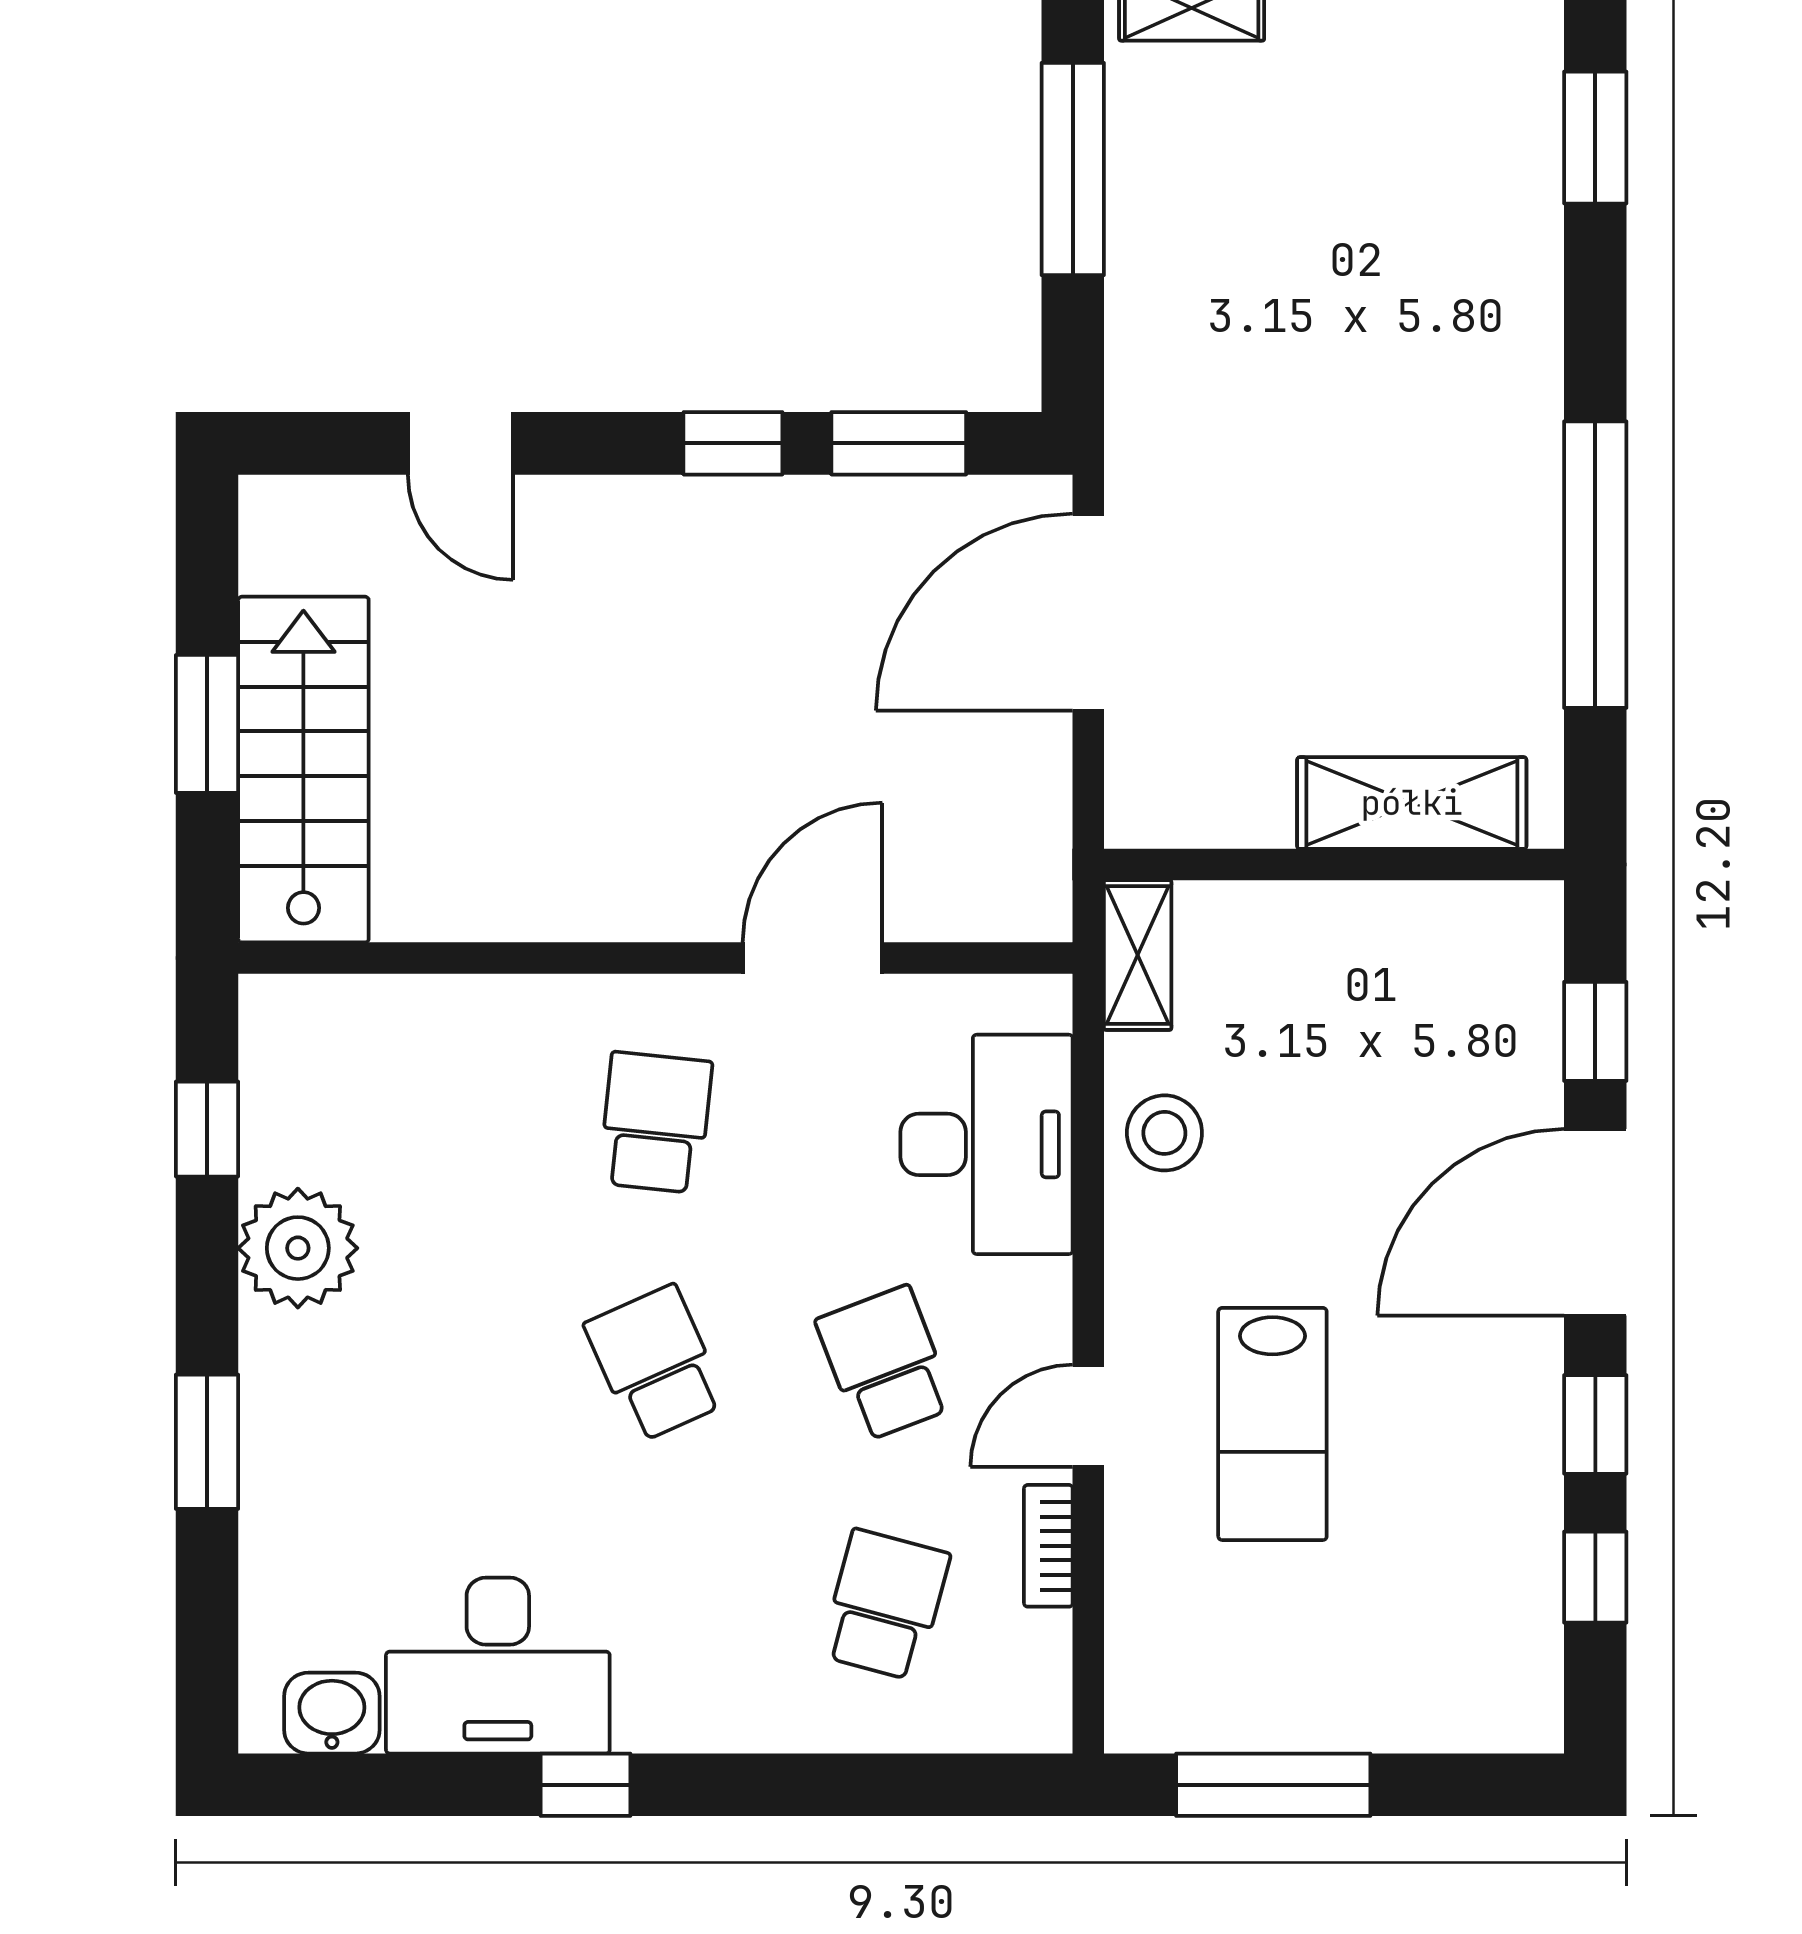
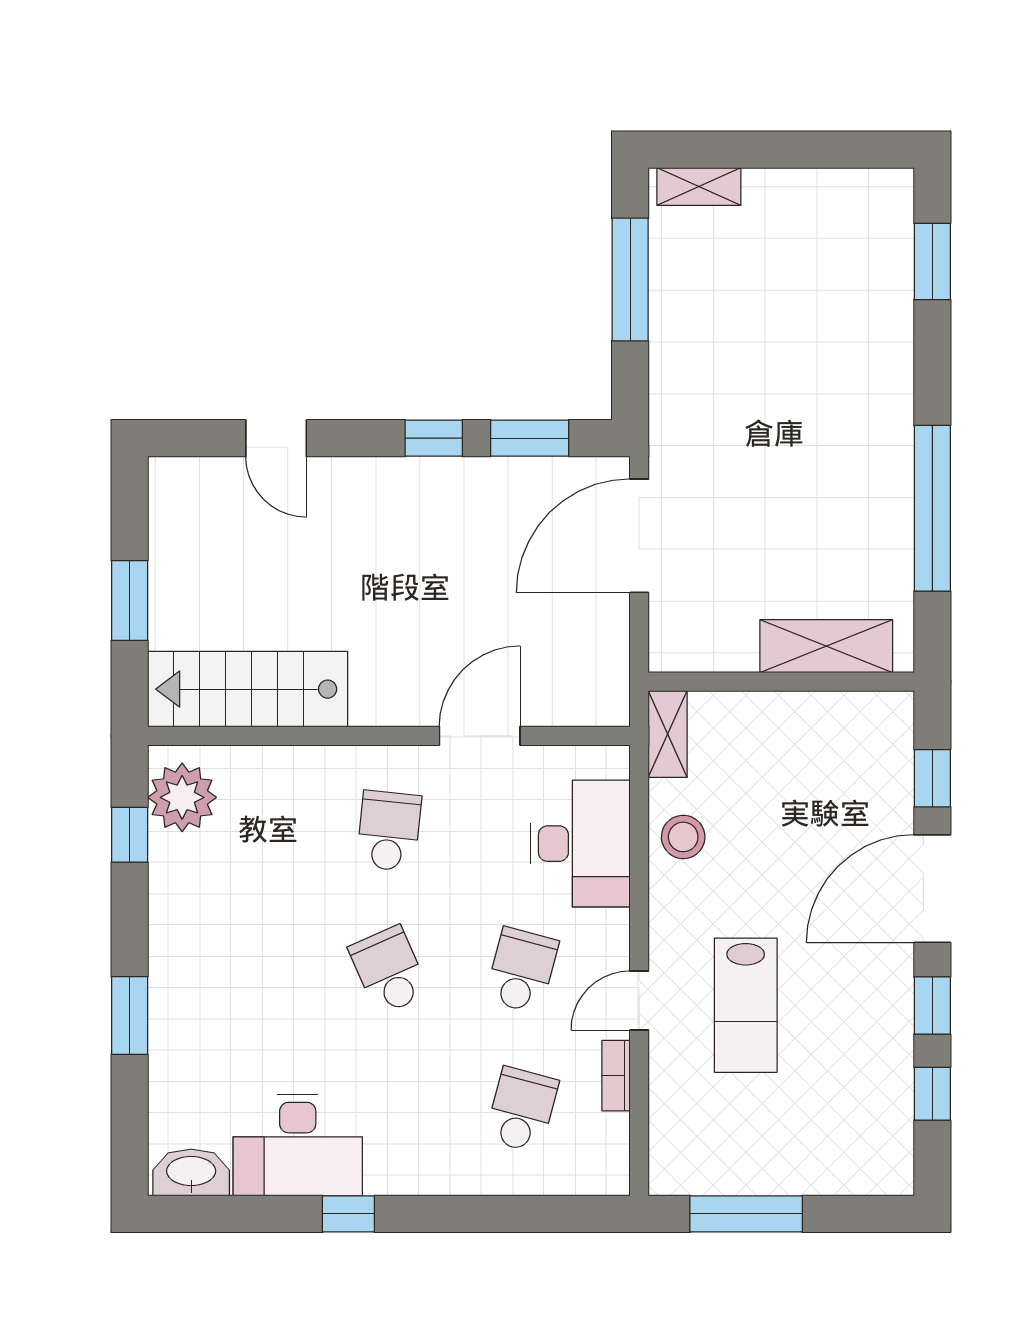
stairs: (303, 770) -> (248, 689), moved, turned -90
plant: (298, 1248) -> (182, 797), moved
school desk: (885, 1364) -> (522, 970), turned 36
washbasin: (332, 1713) -> (191, 1172), width x1.38

